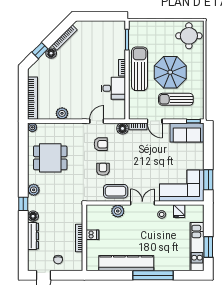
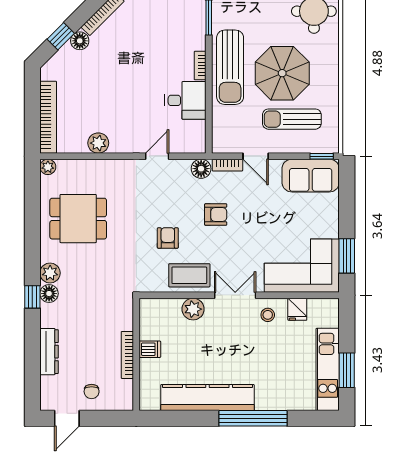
sun lounger: (140, 69) -> (230, 67), turned 180
armchair: (101, 144) -> (216, 215), moved
floor lamp: (33, 216) -> (49, 294), moved

